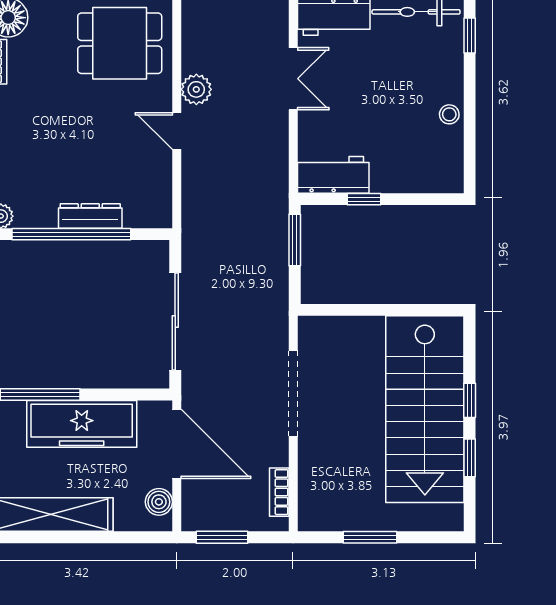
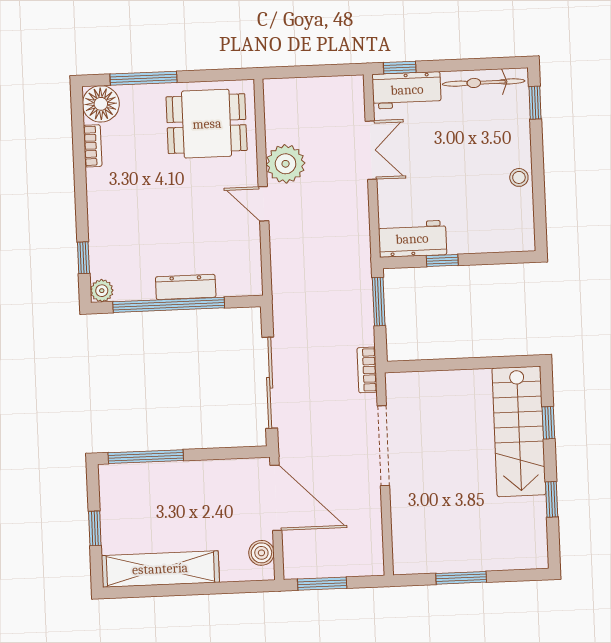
plant: (196, 89) -> (286, 164), width x1.36, depth x1.36
window: (470, 400) -> (548, 423), moved
stairs: (425, 409) -> (519, 431), width x0.73, depth x0.66
freezer: (82, 424) -> (186, 483), removed
bookcase: (279, 492) -> (367, 370), moved

